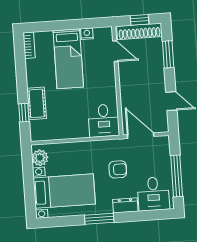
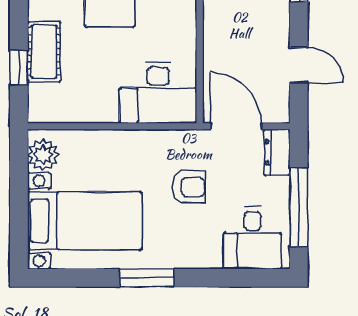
desk: (104, 121) -> (158, 93), width x1.37
dresser: (125, 205) -> (277, 152), moved, turned -90

